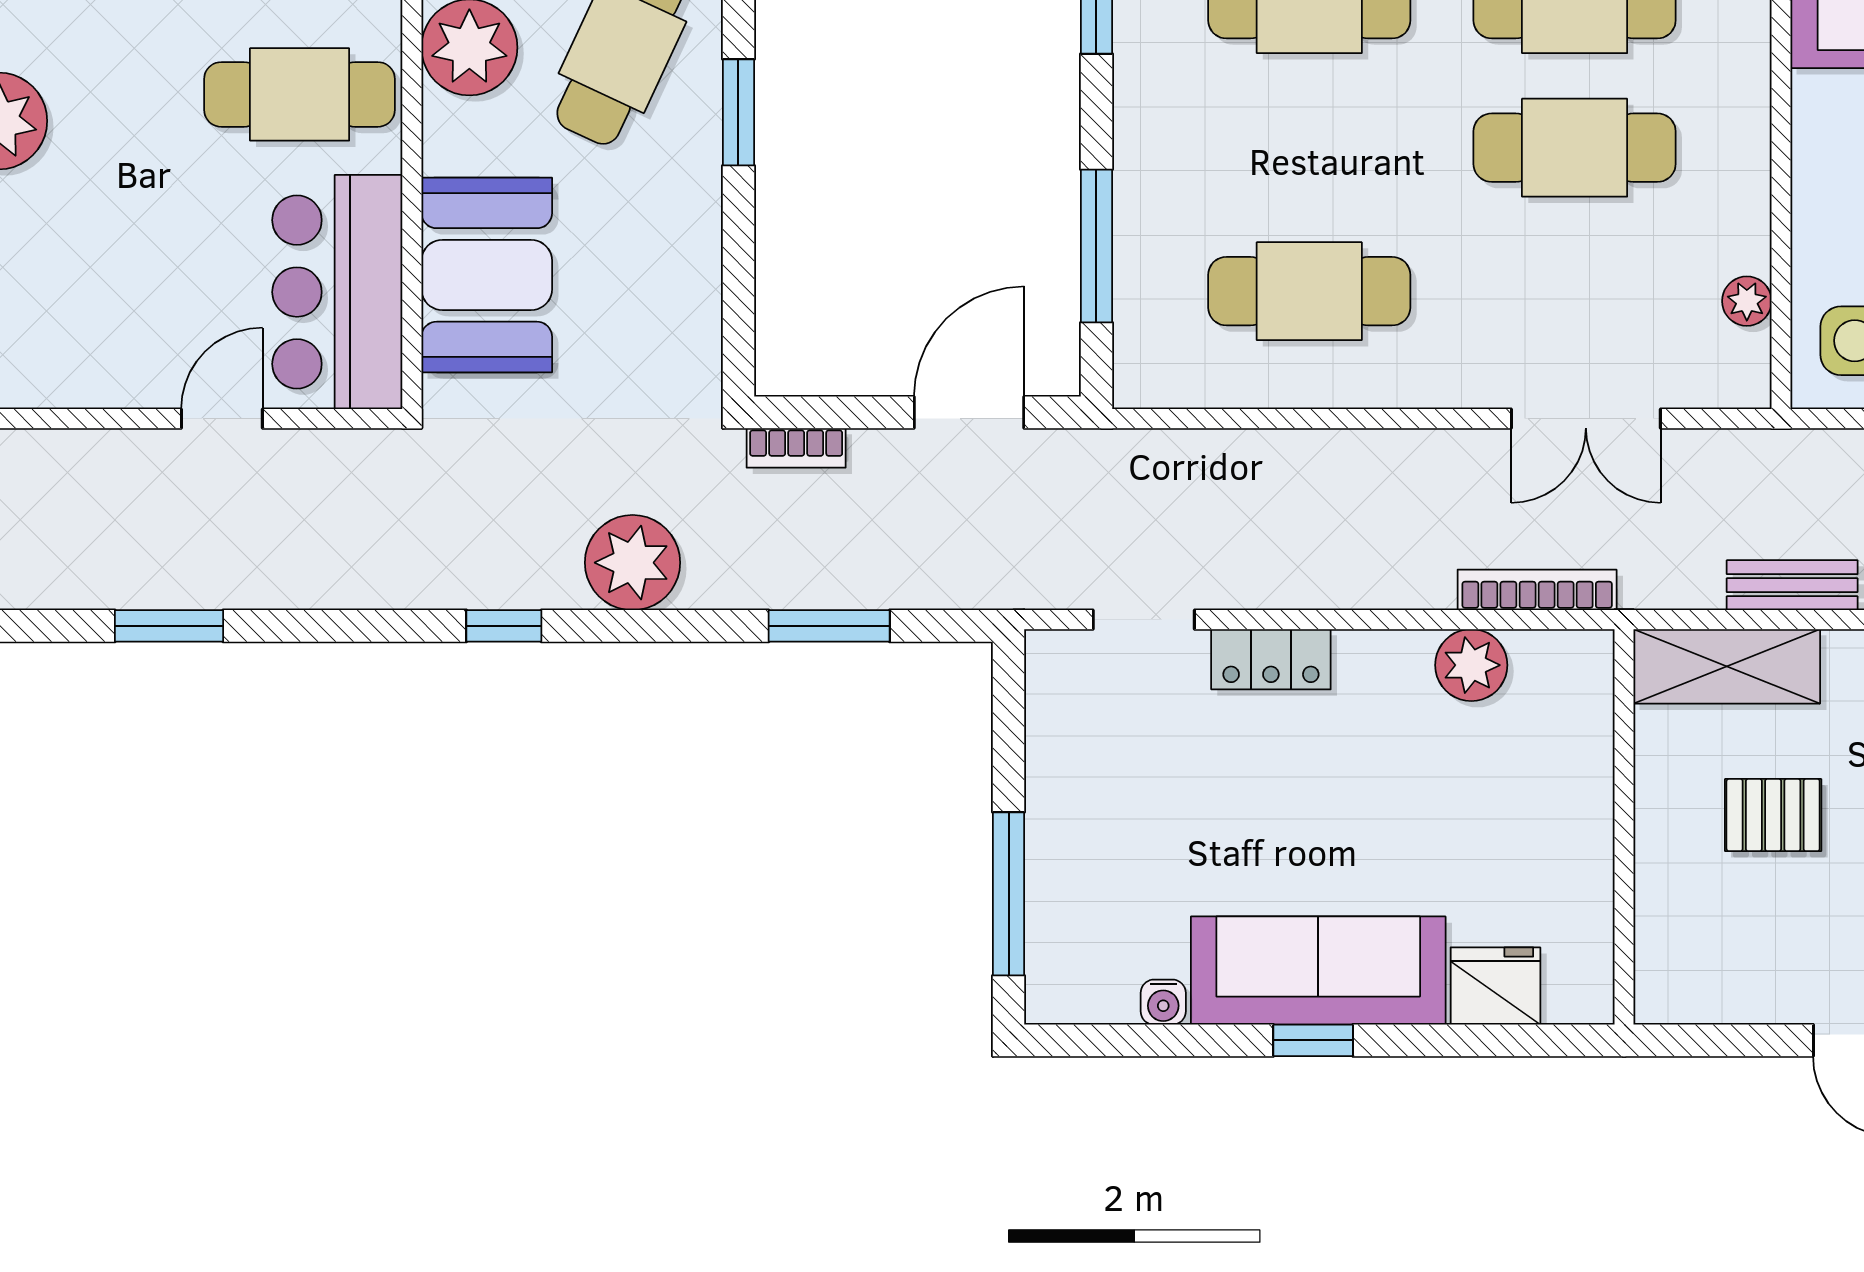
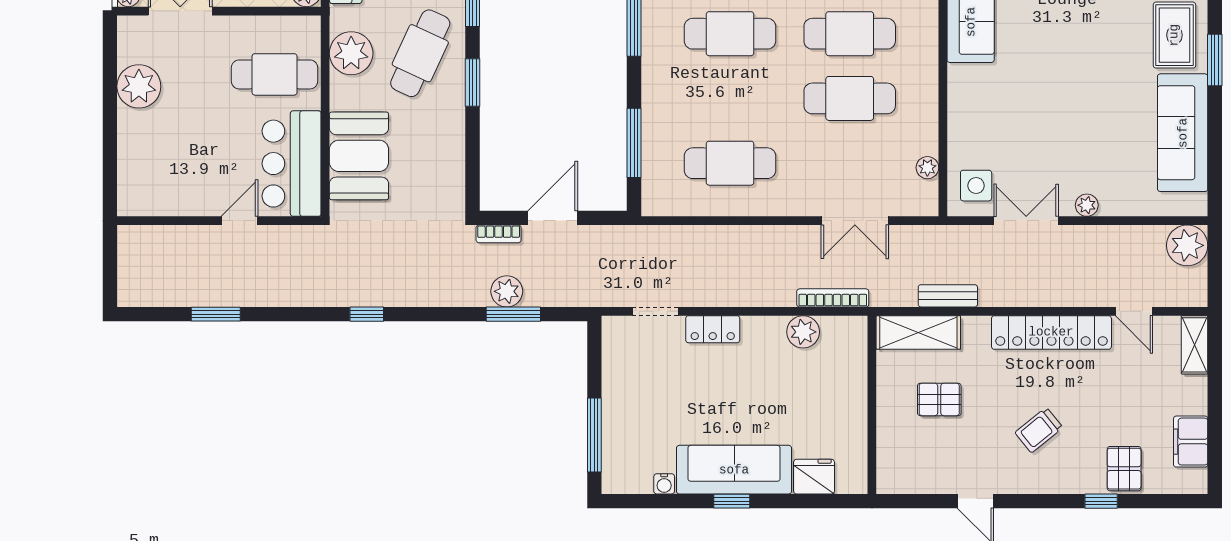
door: (969, 412) -> (553, 218), moved
plant: (633, 563) -> (507, 291), moved, width x0.73, depth x0.73

